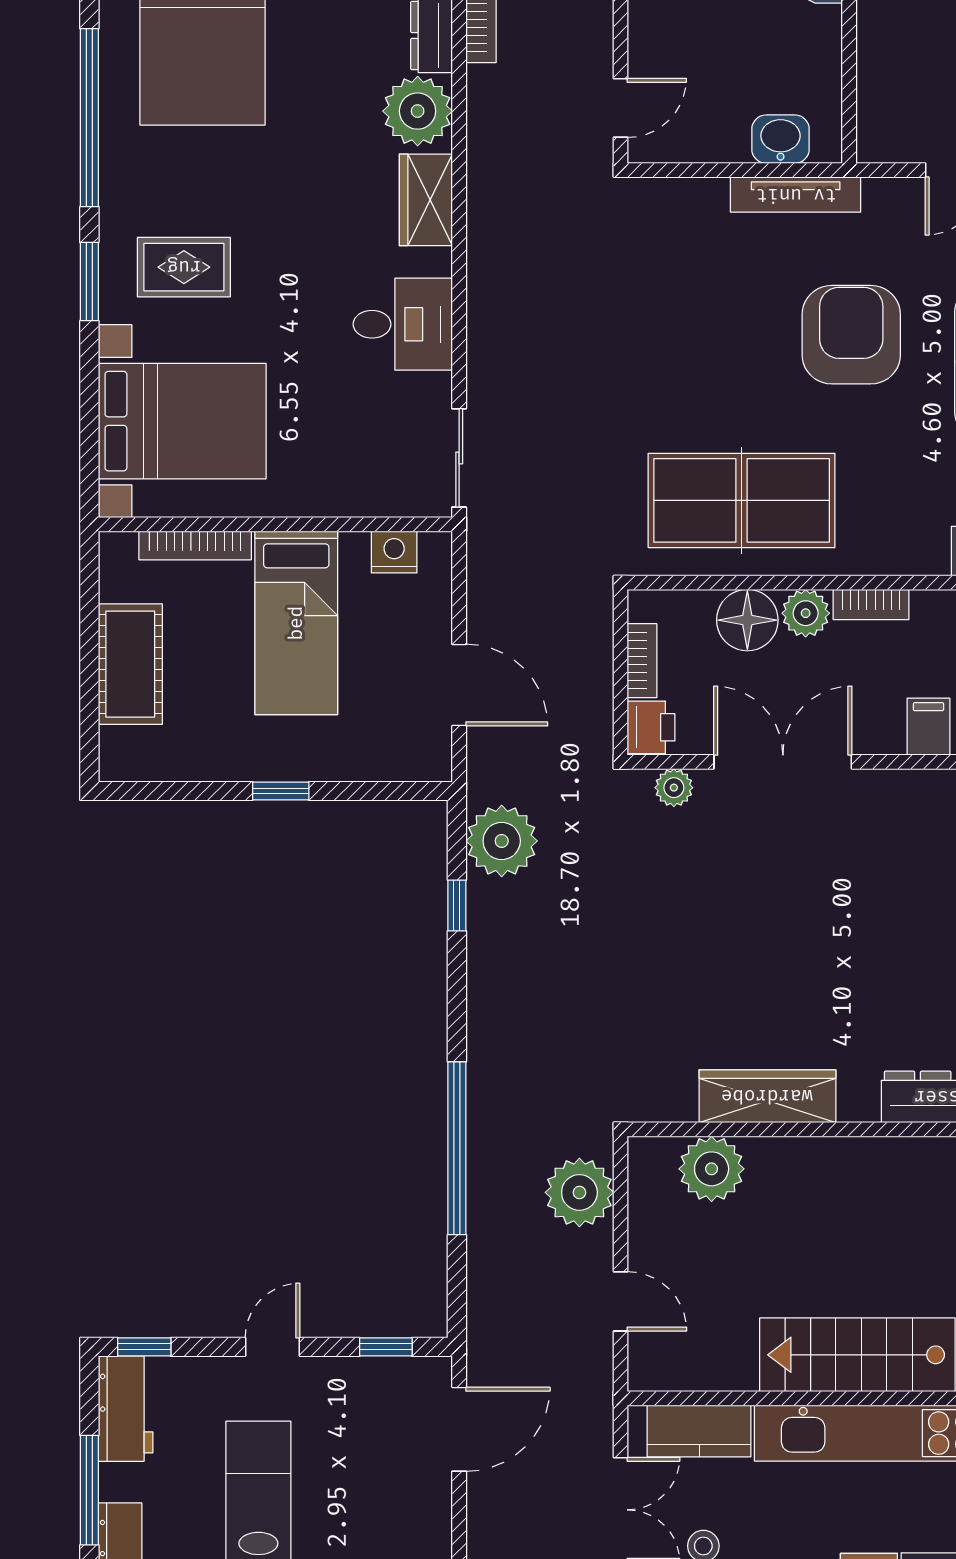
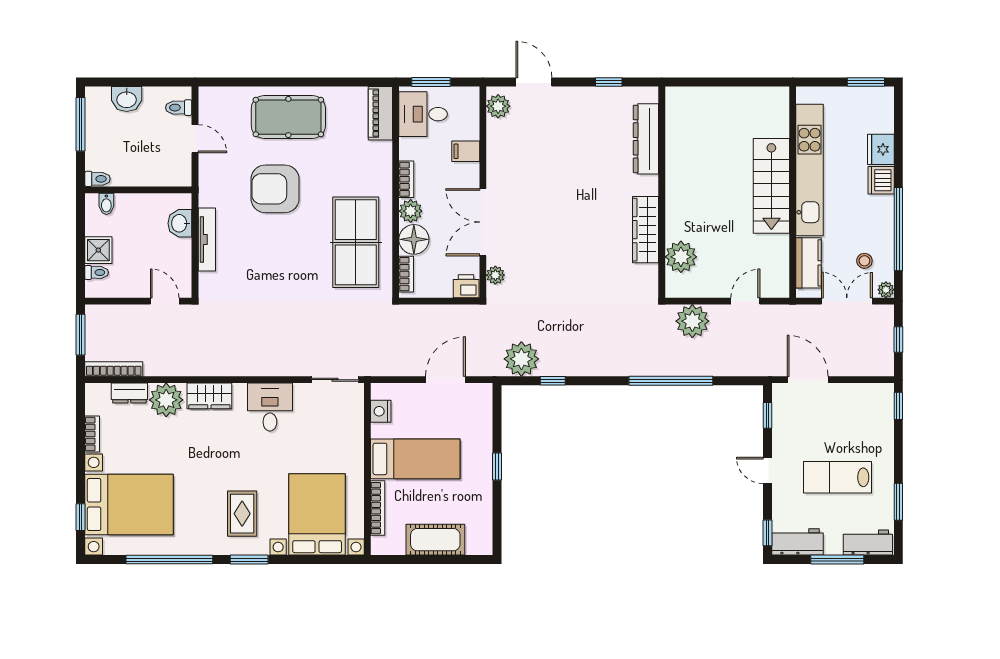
tv unit: (796, 195) -> (207, 240), moved
bookcase: (642, 661) -> (406, 274), moved, turned 90

